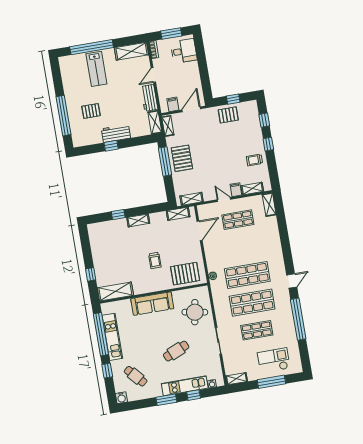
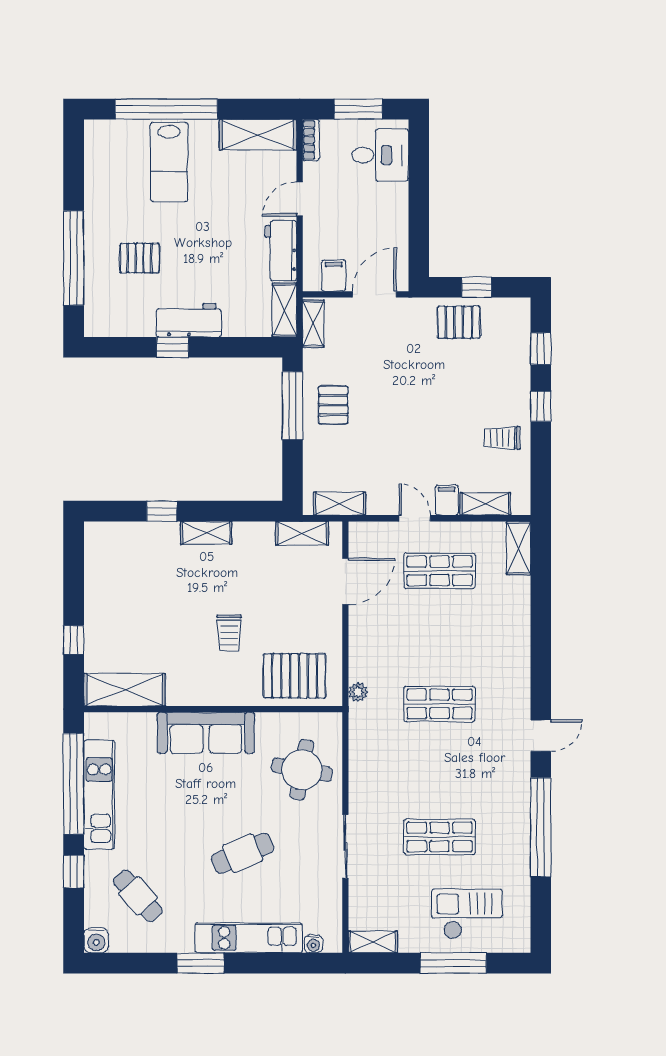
pallet: (182, 158) -> (333, 405), width x0.67, depth x0.71
shop shelf: (247, 275) -> (440, 704), width x0.70, depth x0.74
shop shelf: (252, 303) -> (440, 770), removed
window: (194, 395) -> (266, 963), removed

